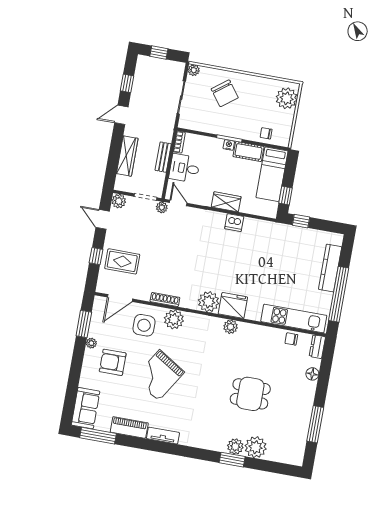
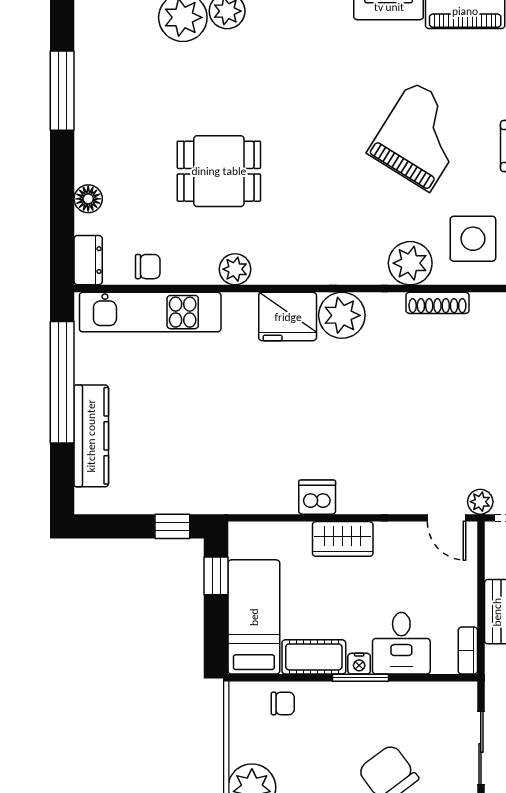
desk: (184, 168) -> (401, 643), moved, turned 90
plant: (230, 327) -> (235, 269), moved
dining table: (250, 394) -> (219, 171), moved

